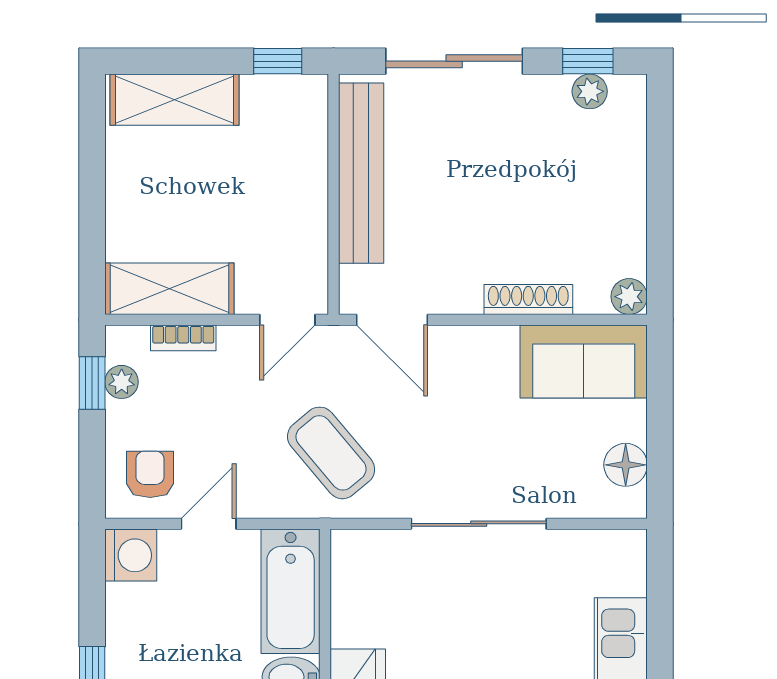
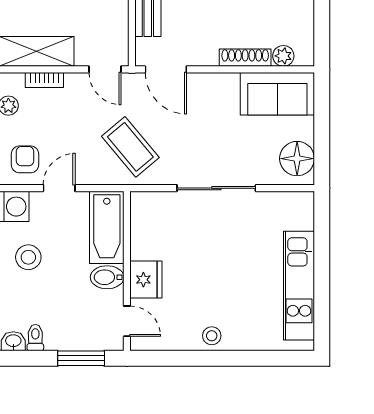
plant: (629, 297) -> (283, 56), moved
door: (287, 320) -> (105, 69), hinge flipped
floor lamp: (626, 465) -> (297, 159), width x1.38, depth x1.38
stool: (156, 642) -> (28, 257), added

